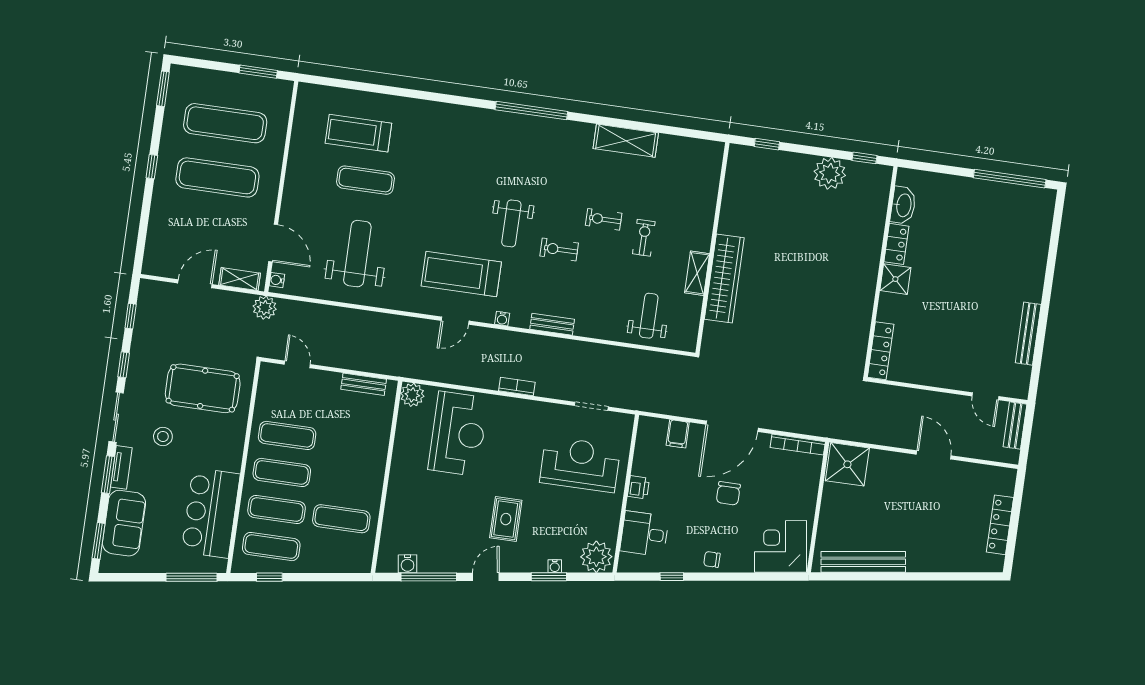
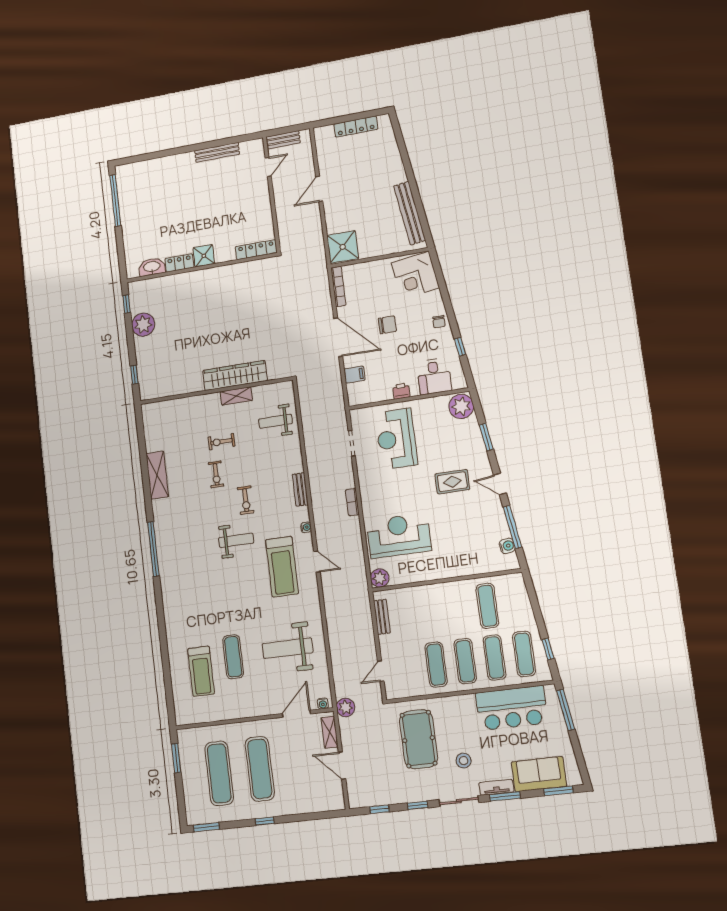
water cooler: (555, 566) -> (477, 435), removed

